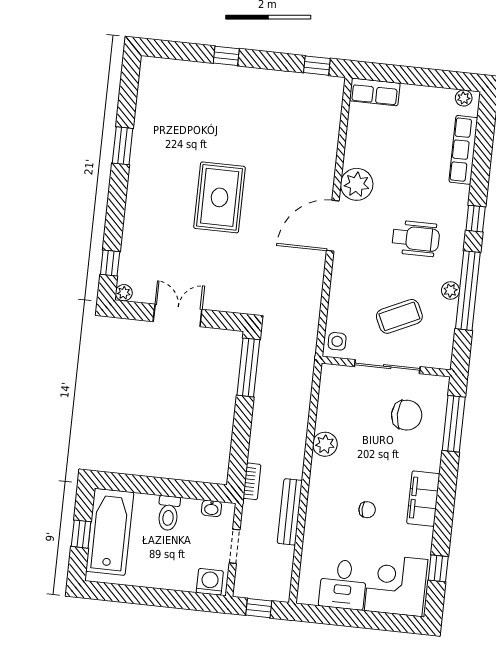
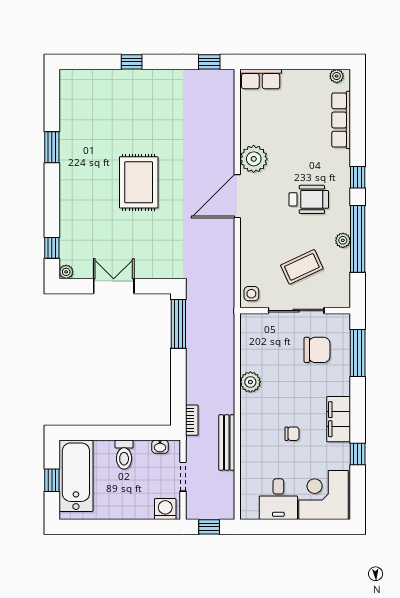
window: (438, 568) -> (358, 454), moved

